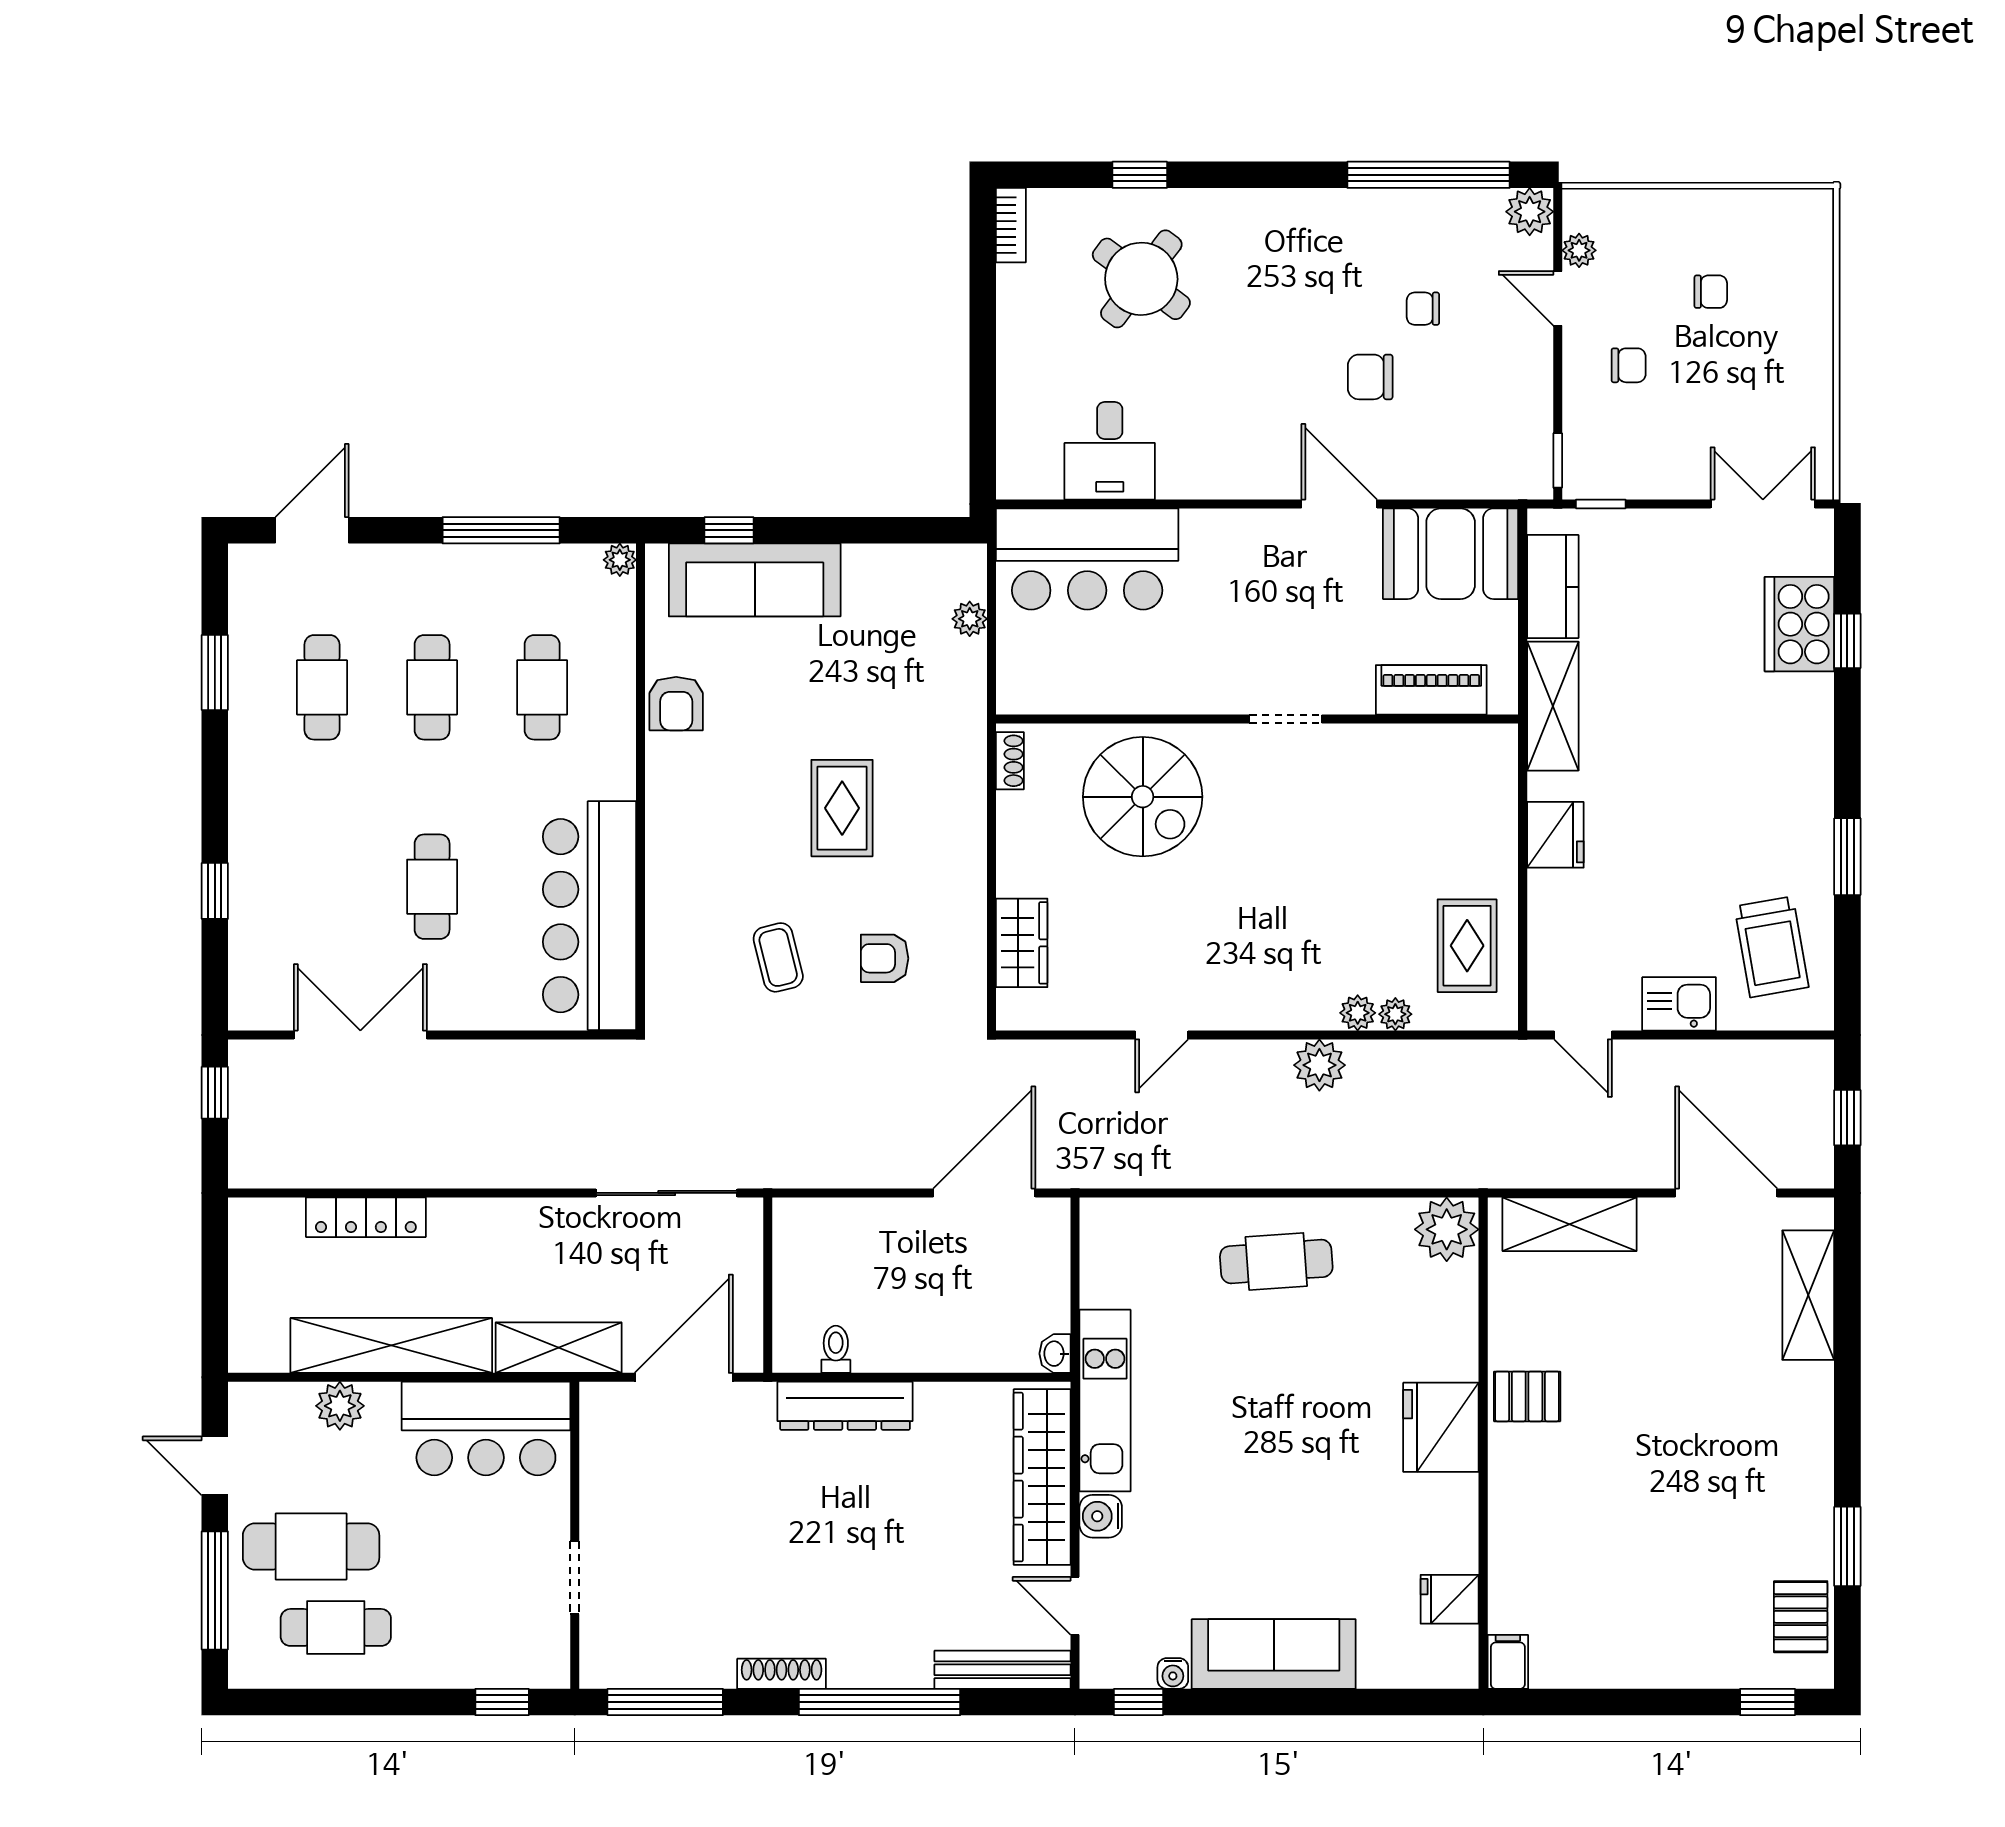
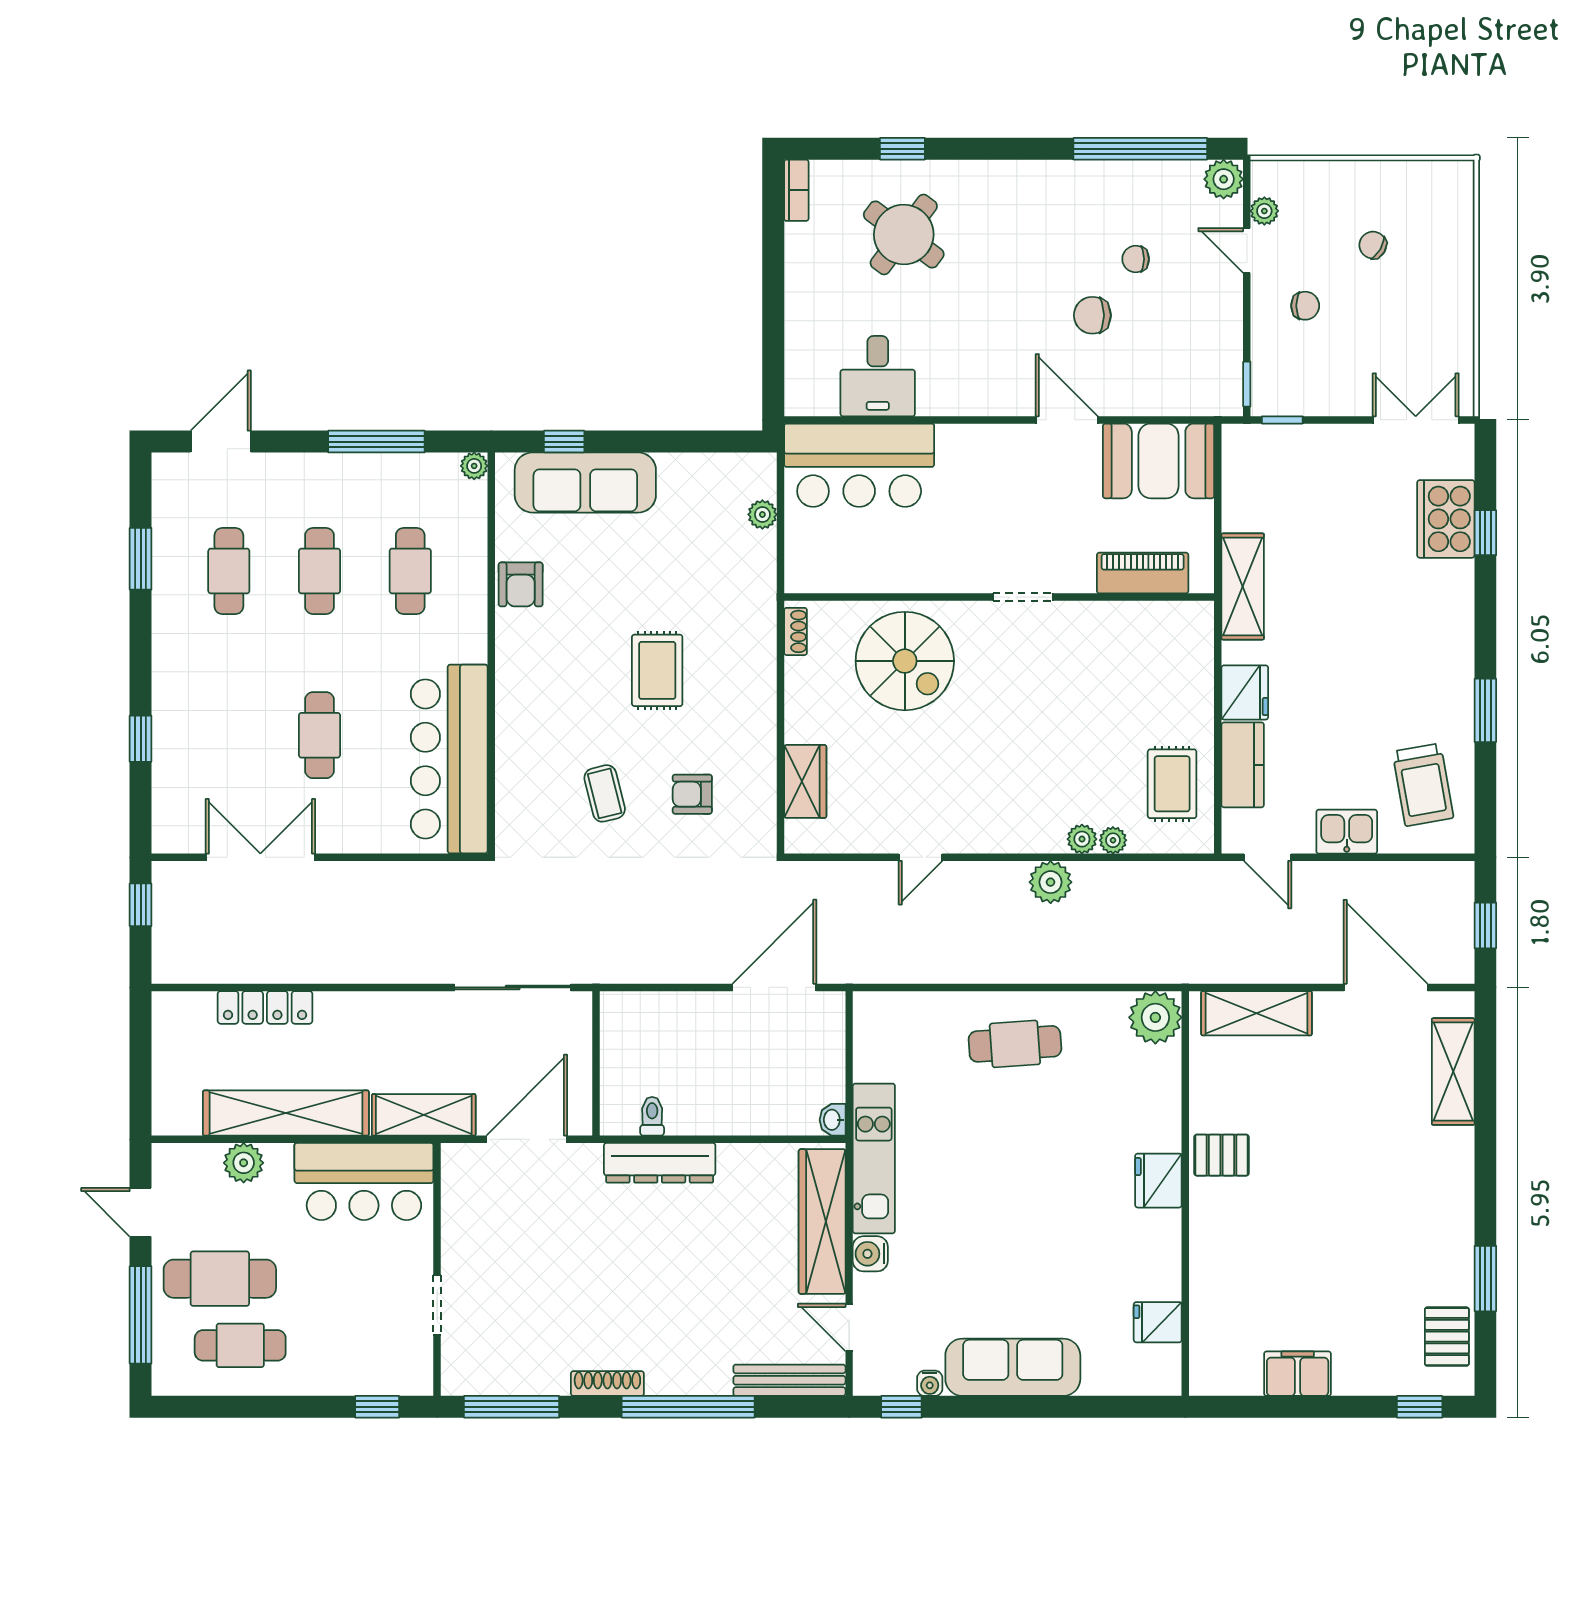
chair: (1711, 292) -> (1373, 245), turned -150
kitchen counter: (1553, 587) -> (1243, 765), moved
fridge: (1441, 1427) -> (1158, 1181), width x0.73, depth x0.75
filing cabinet: (1508, 1662) -> (1298, 1374), moved, width x2.00

